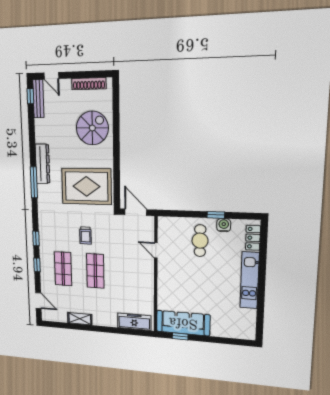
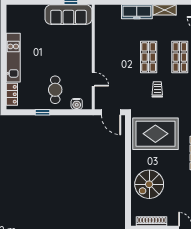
water cooler: (224, 225) -> (77, 104), moved
freezer: (134, 322) -> (137, 12), moved

